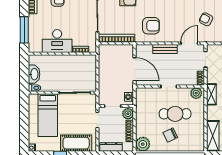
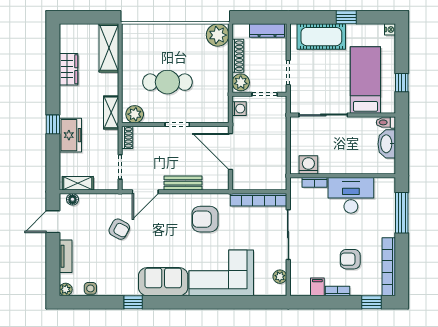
washing machine: (84, 61) -> (308, 165), added
window: (24, 113) -> (402, 83), added
chair: (170, 135) -> (175, 49), removed

